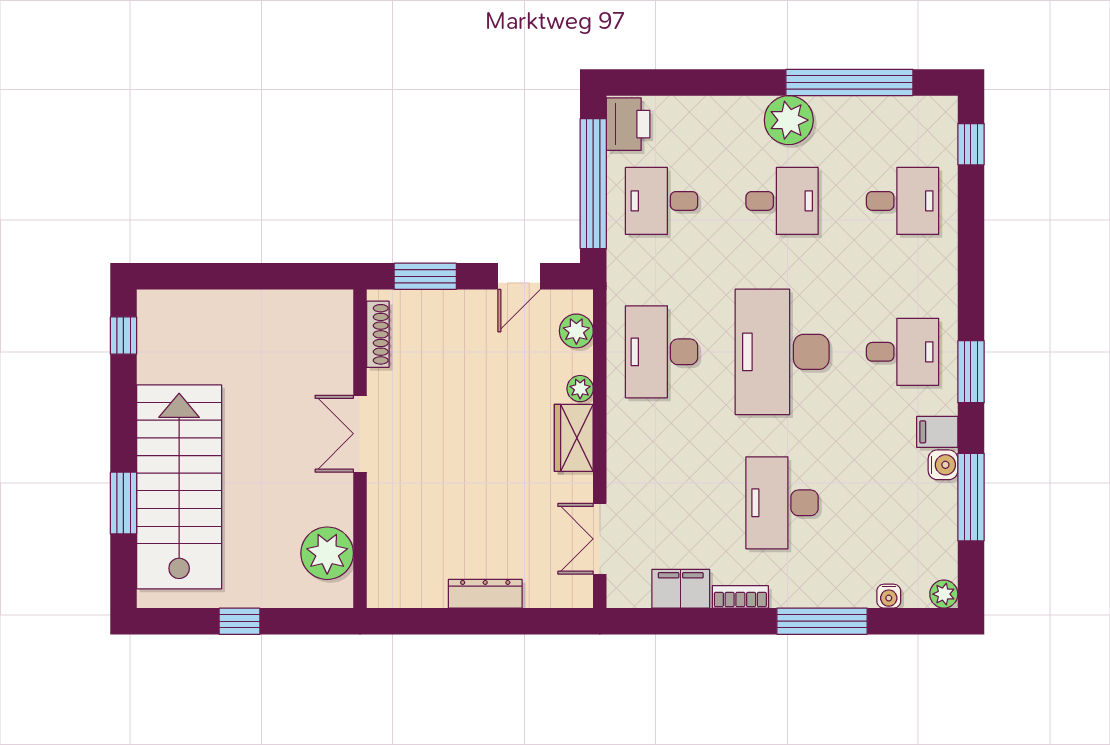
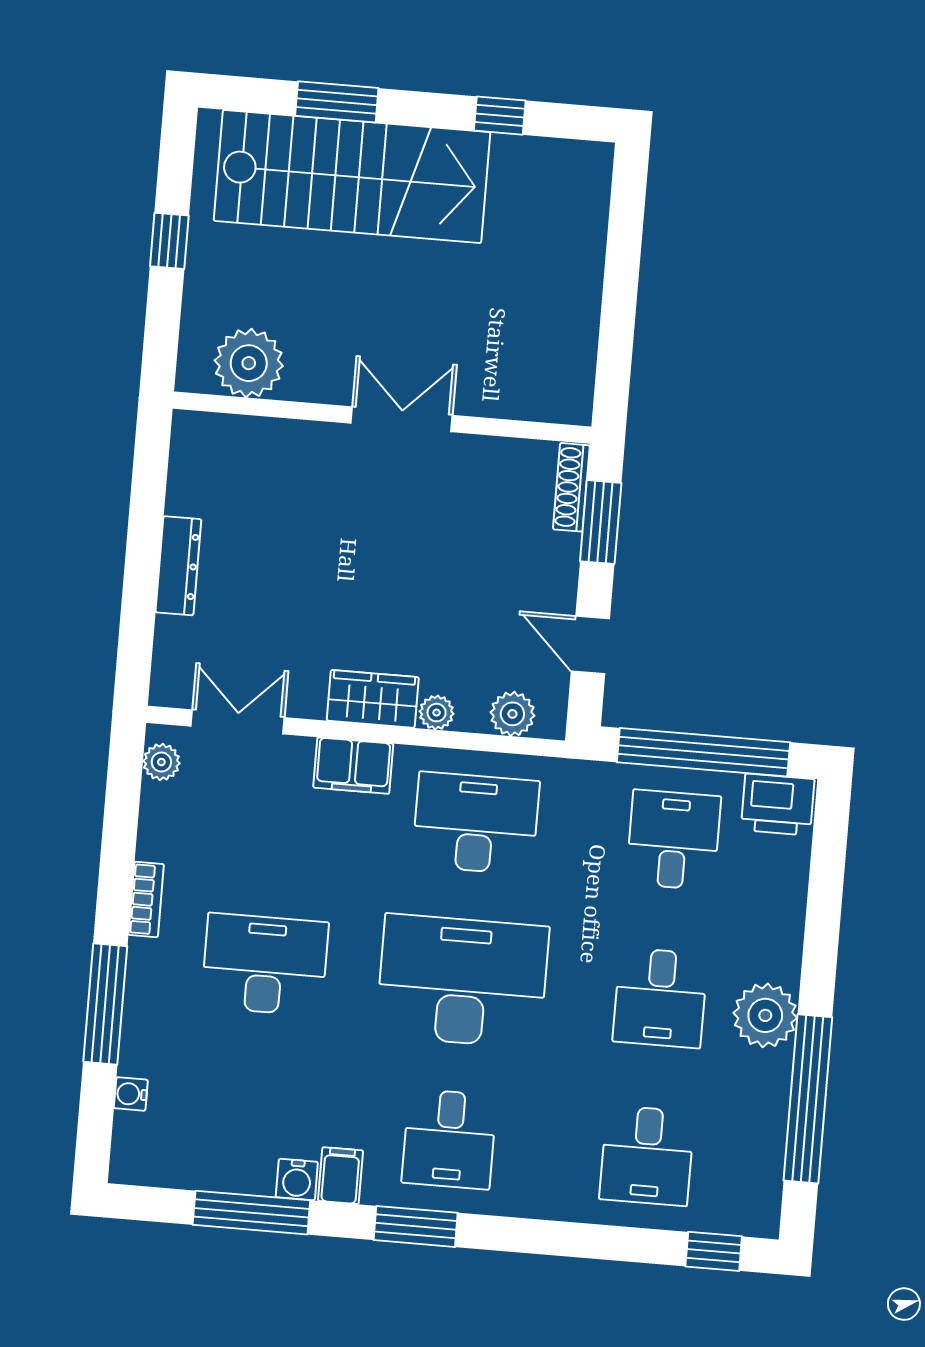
shoe rack: (378, 334) -> (571, 487), moved, turned 90
window: (123, 336) -> (500, 116), moved
filing cabinet: (681, 589) -> (353, 766), moved, turned 90
plant: (944, 594) -> (161, 762), moved

